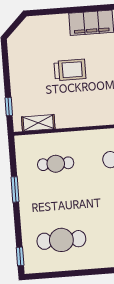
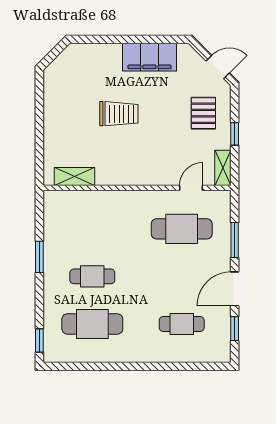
window: (9, 106) -> (39, 153), removed
cafe table: (56, 164) -> (92, 276), moved

